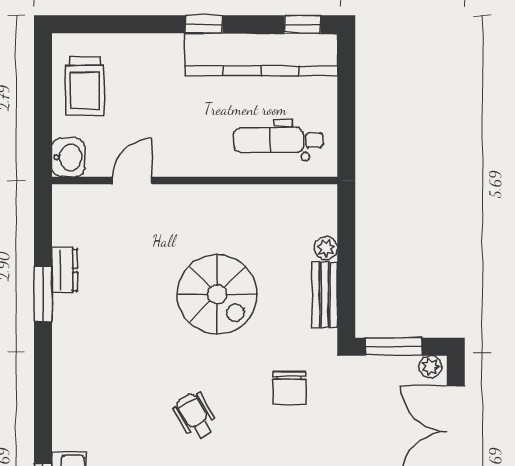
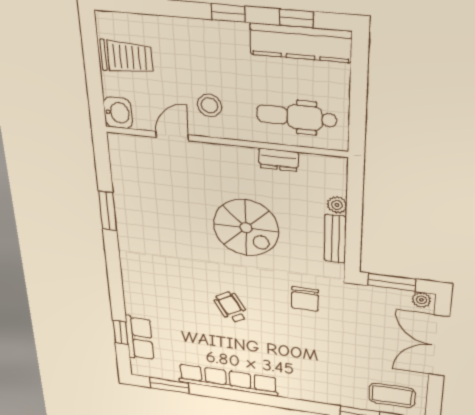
window: (302, 24) -> (296, 18), moved
kitchen counter: (261, 55) -> (300, 43), width x0.72, depth x0.86
trolley: (85, 86) -> (126, 57), turned -90
stool: (179, 136) -> (210, 105), added
dresser: (65, 270) -> (278, 160), moved, turned 90

